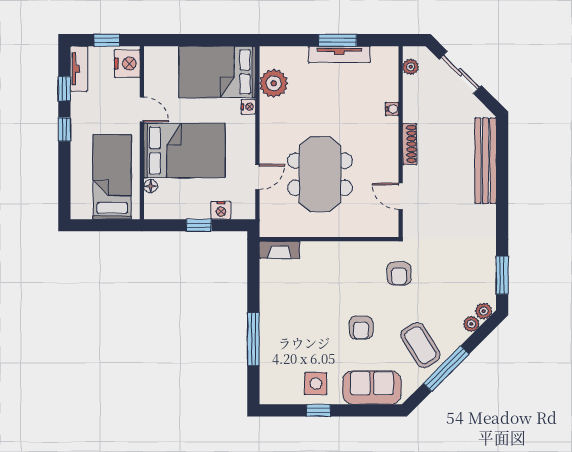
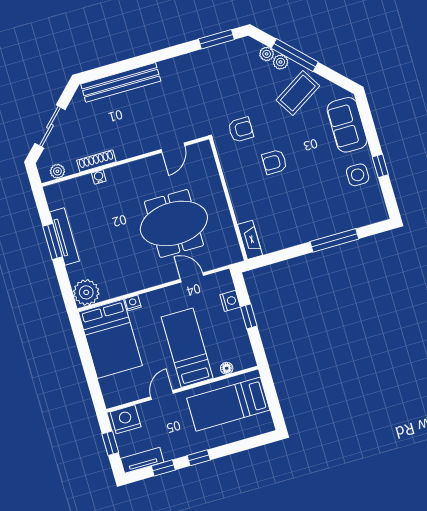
plant: (274, 83) -> (86, 292), moved
shoe rack: (410, 144) -> (96, 161), moved
bed: (184, 151) -> (187, 348), width x0.67
plant: (484, 311) -> (281, 62), moved
armchair: (361, 328) -> (274, 162), moved, turned 180
window: (446, 369) -> (295, 55), moved

